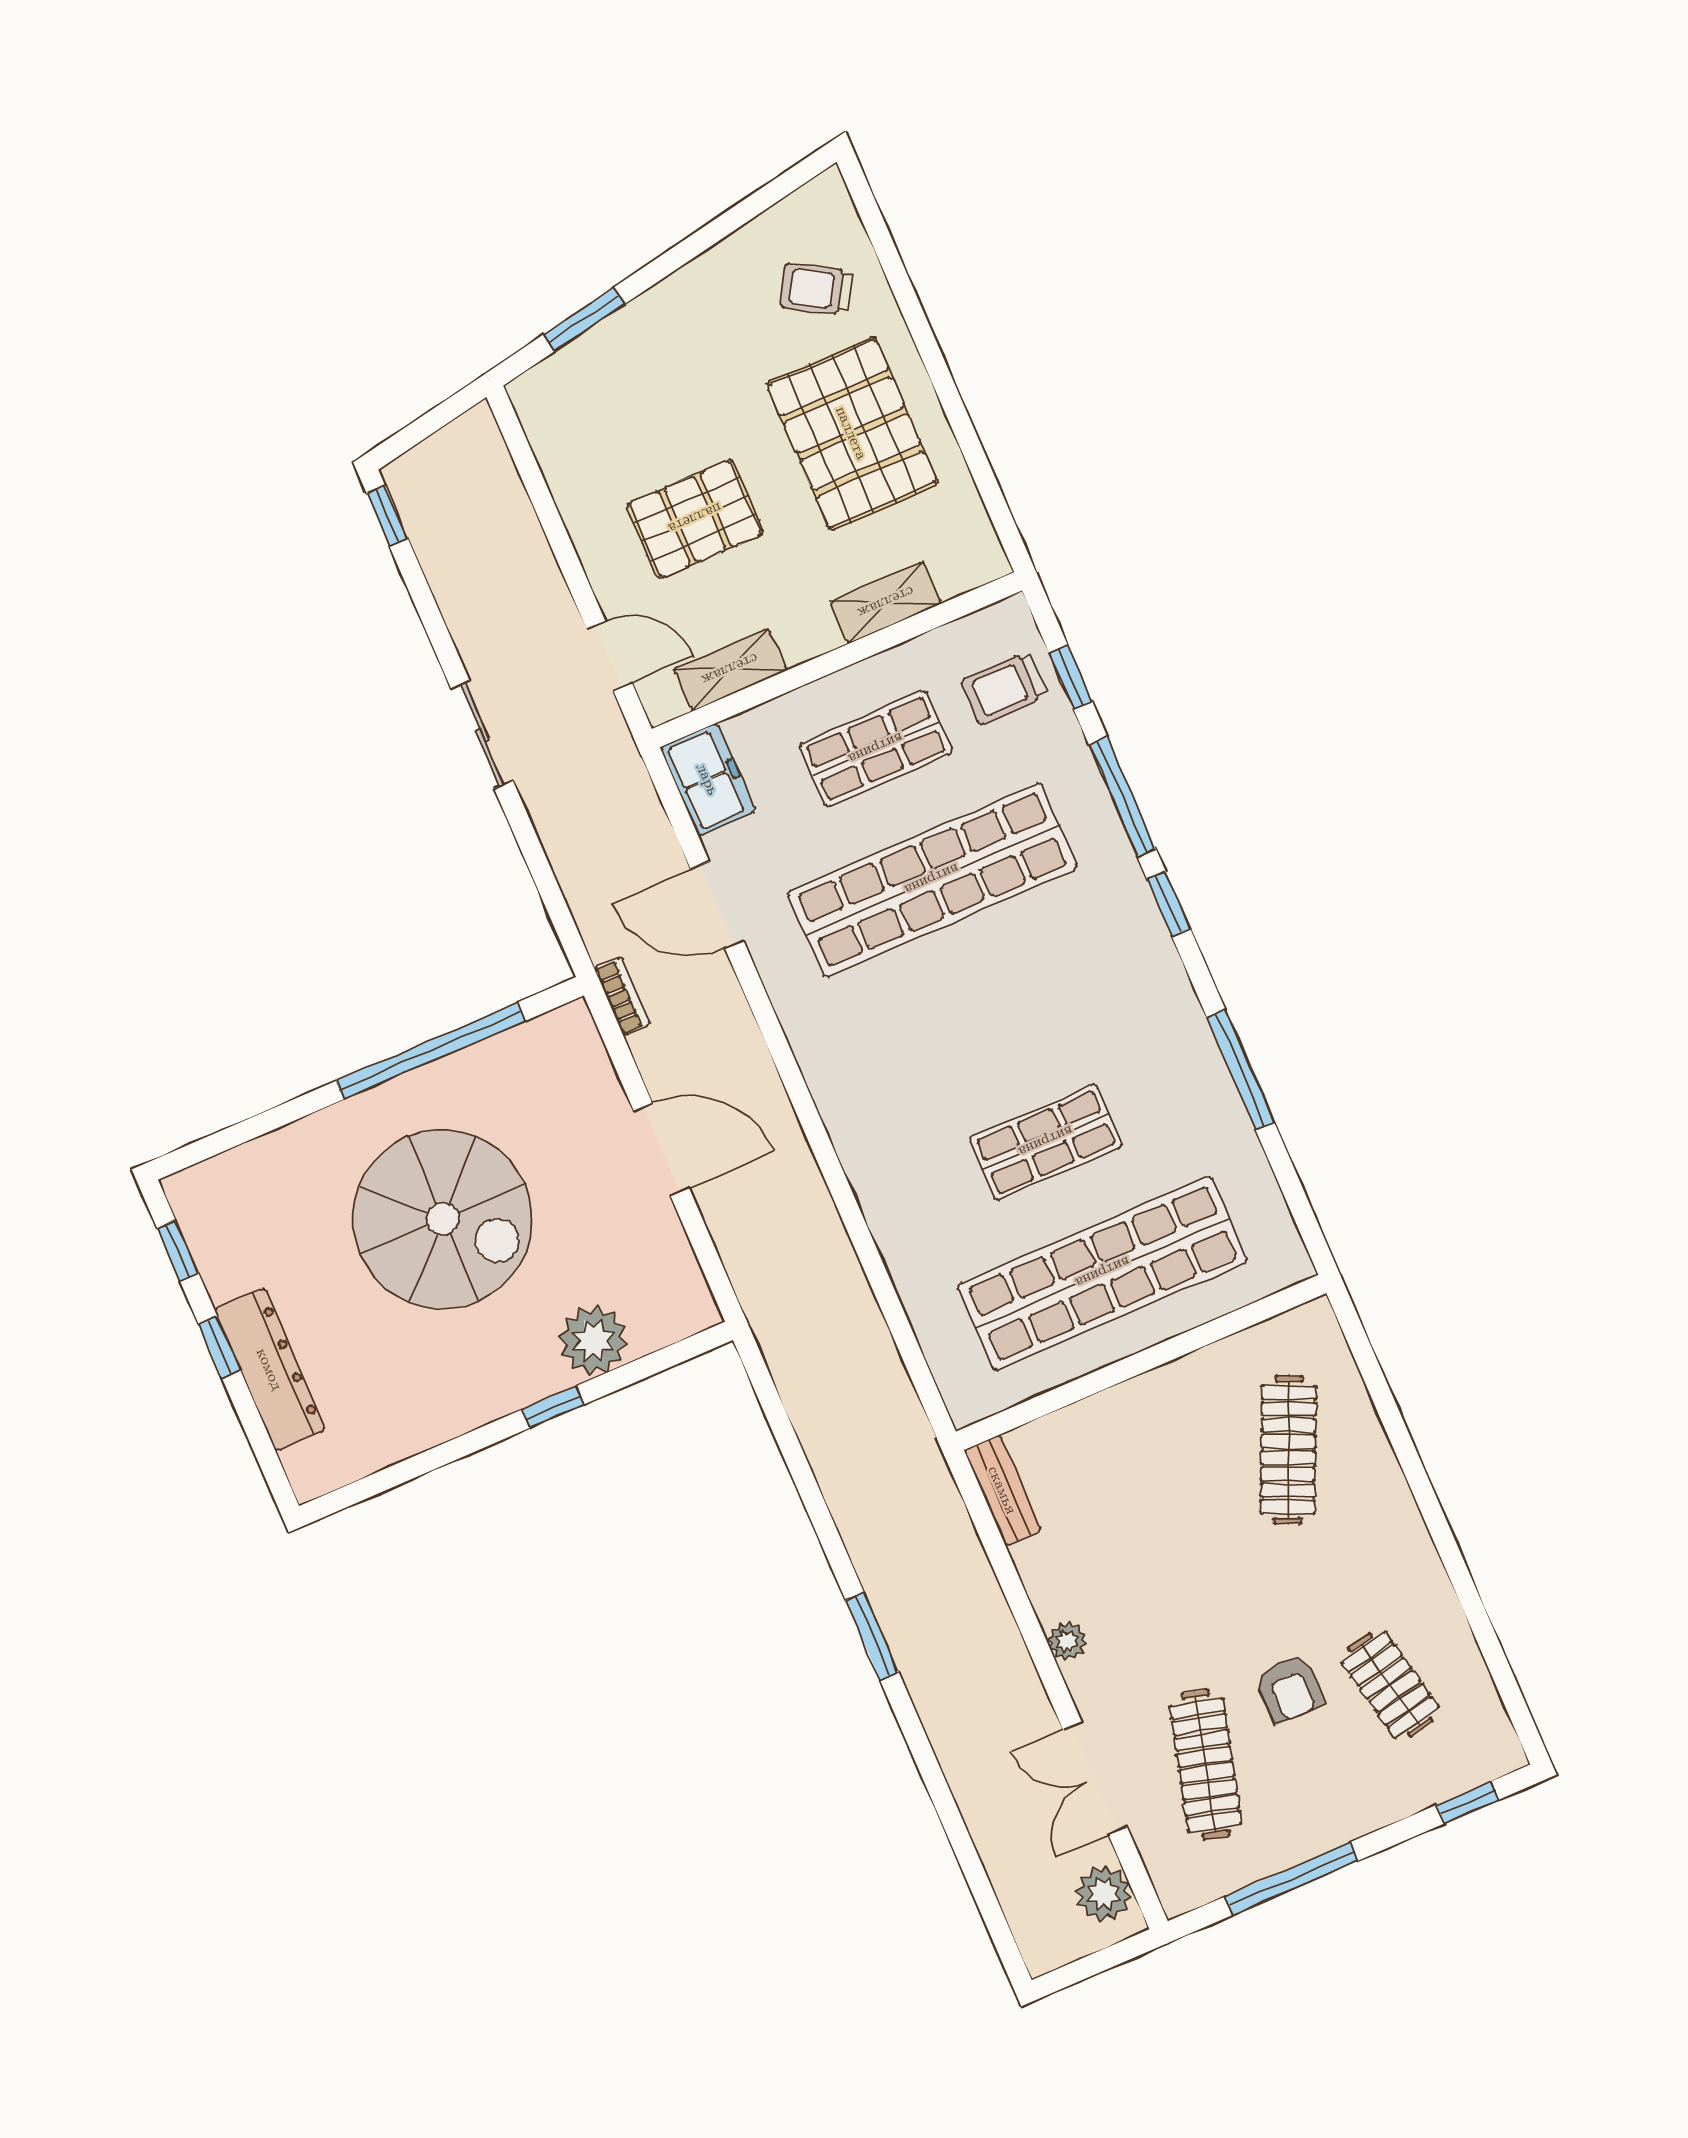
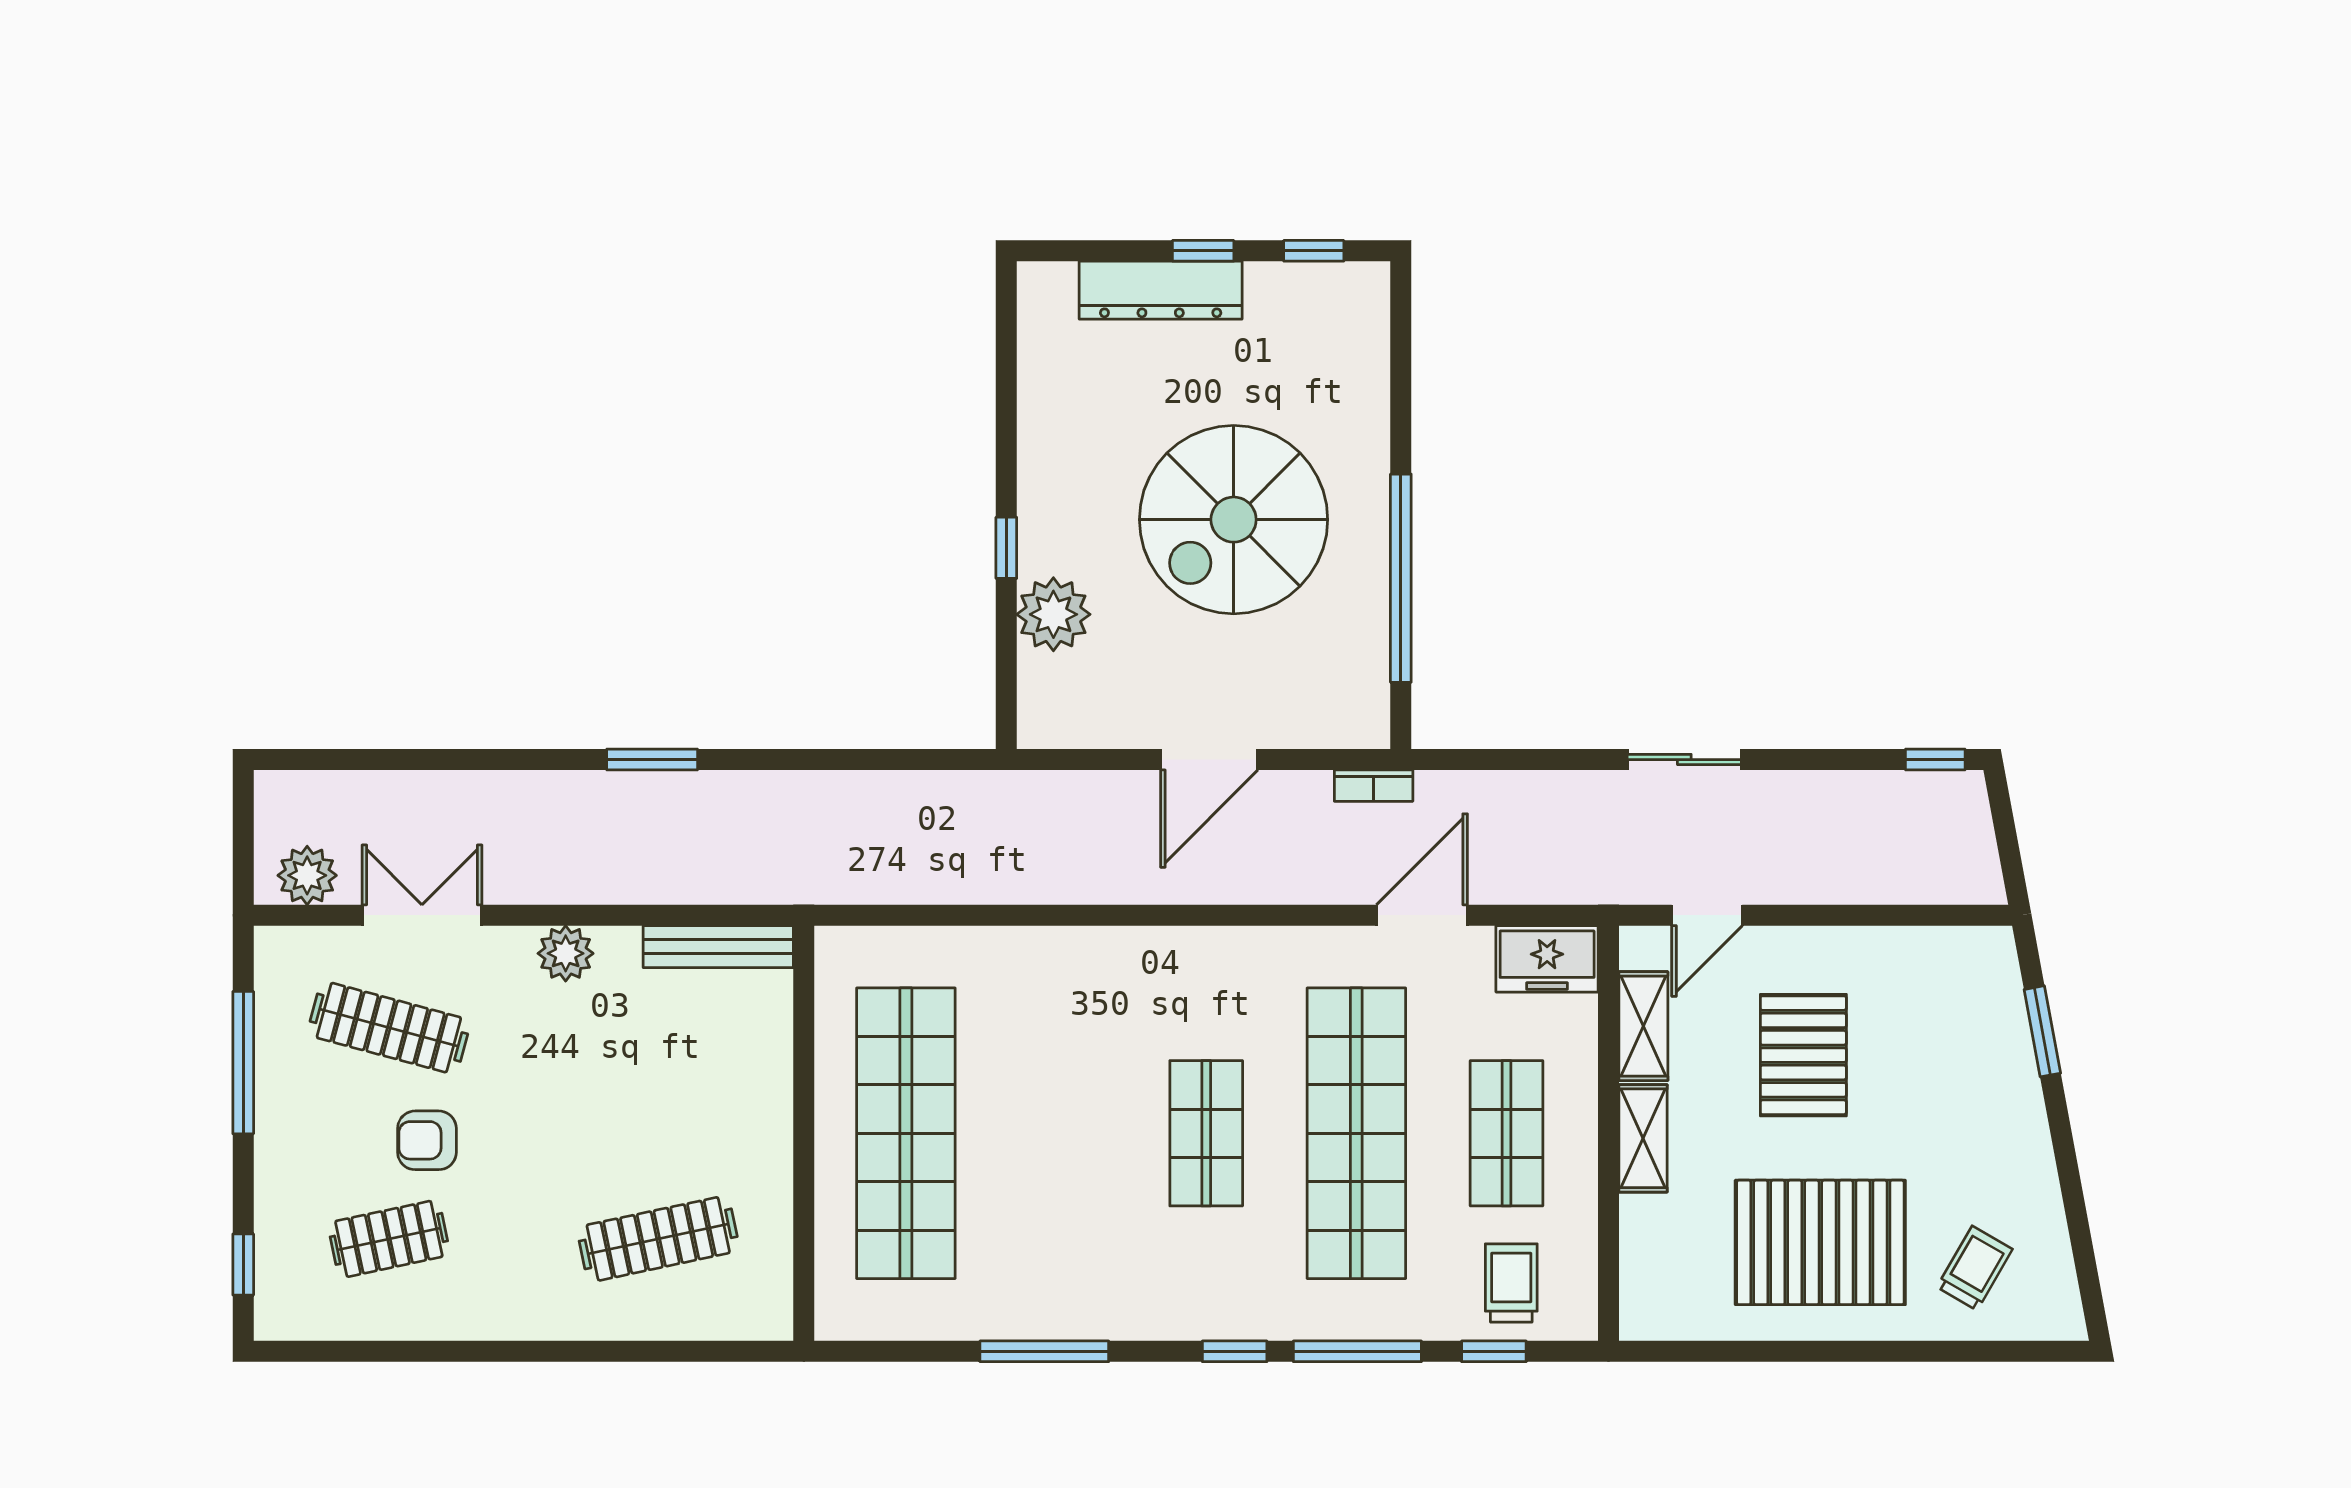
shelving: (886, 603) -> (1643, 1138), moved
shop shelf: (1046, 1142) -> (1206, 1133), moved
clothes rail: (1288, 1450) -> (658, 1239), turned -36
bench: (1003, 1490) -> (718, 947), width x1.36
plant: (1067, 1641) -> (566, 953), width x1.38, depth x1.38

